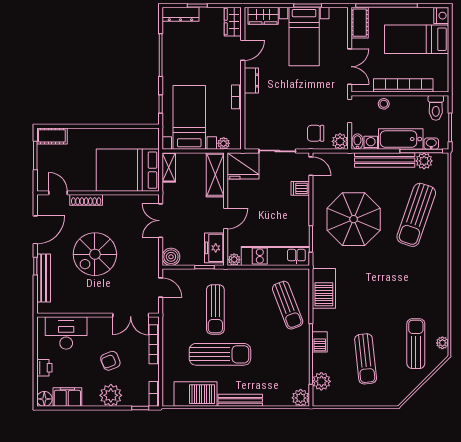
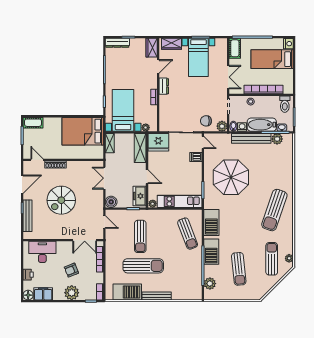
bed: (128, 170) -> (83, 131), moved
sun lounger: (416, 215) -> (274, 210), moved
door: (226, 218) -> (147, 177), hinge flipped
barbecue: (320, 342) -> (211, 252), width x1.88, depth x1.53
plant: (301, 398) -> (196, 294), removed

